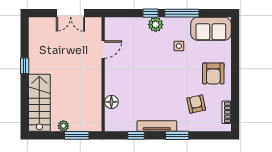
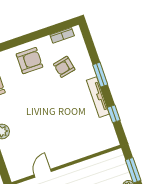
side table: (179, 46) -> (15, 102), removed
door: (103, 49) -> (43, 173), hinge flipped
floor lamp: (111, 102) -> (90, 148), removed

